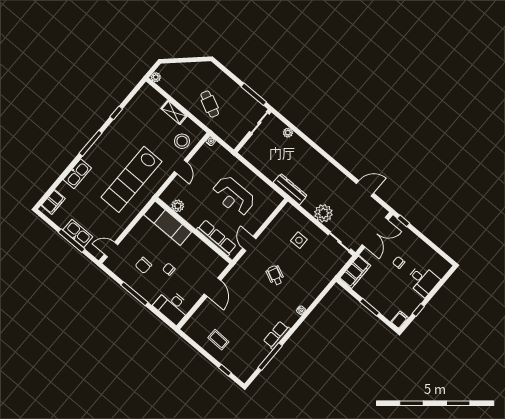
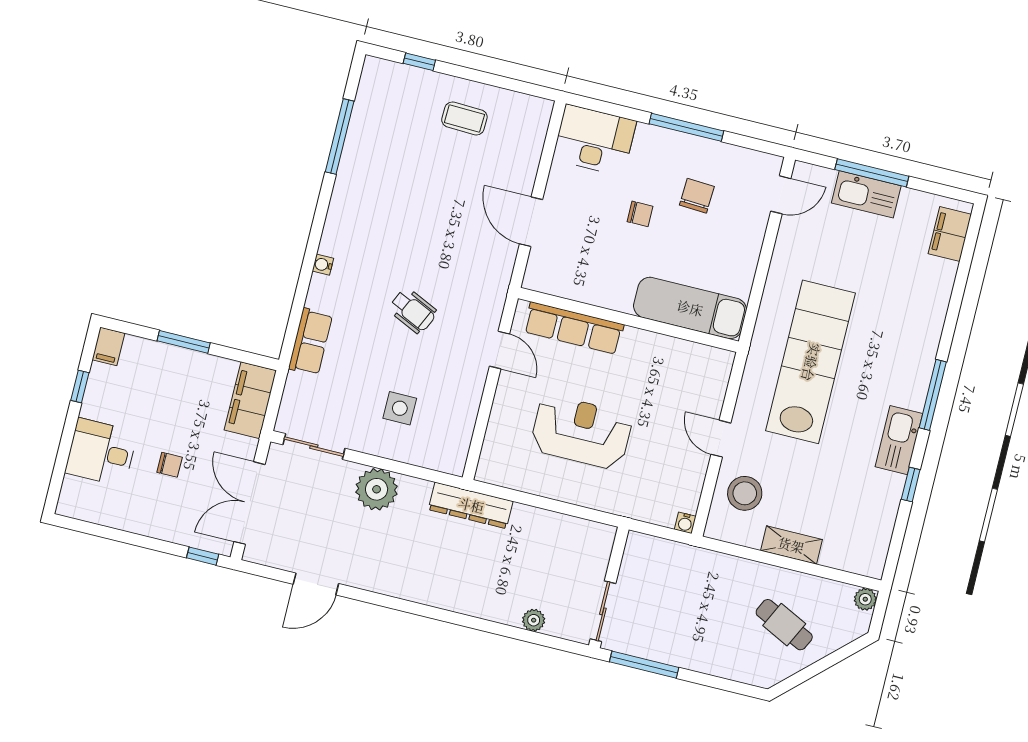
cafe table: (210, 104) -> (784, 625), moved
kitchen sink: (77, 174) -> (899, 440), moved
plant: (178, 206) -> (687, 355), removed
row of seats: (277, 335) -> (310, 342), moved

